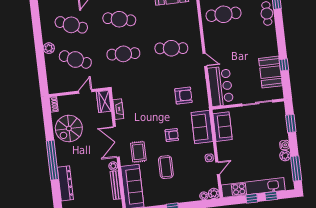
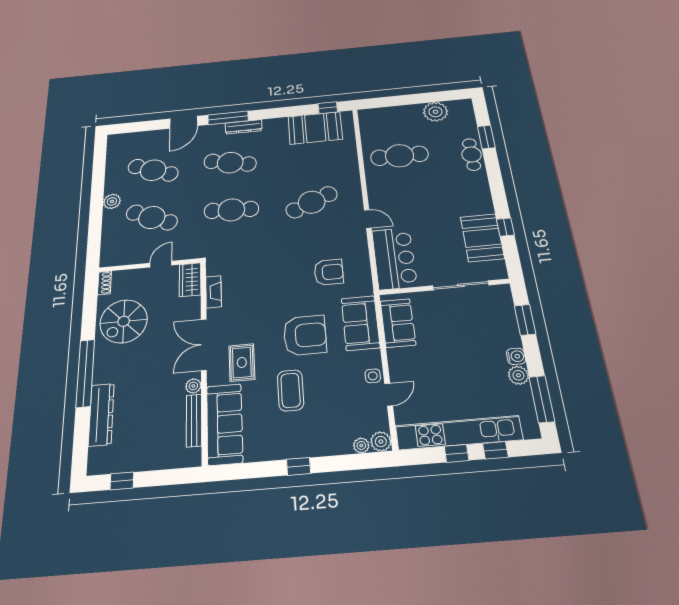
cafe table: (171, 48) -> (312, 202), turned -30
armchair: (172, 135) -> (305, 335), width x1.88, depth x1.88

